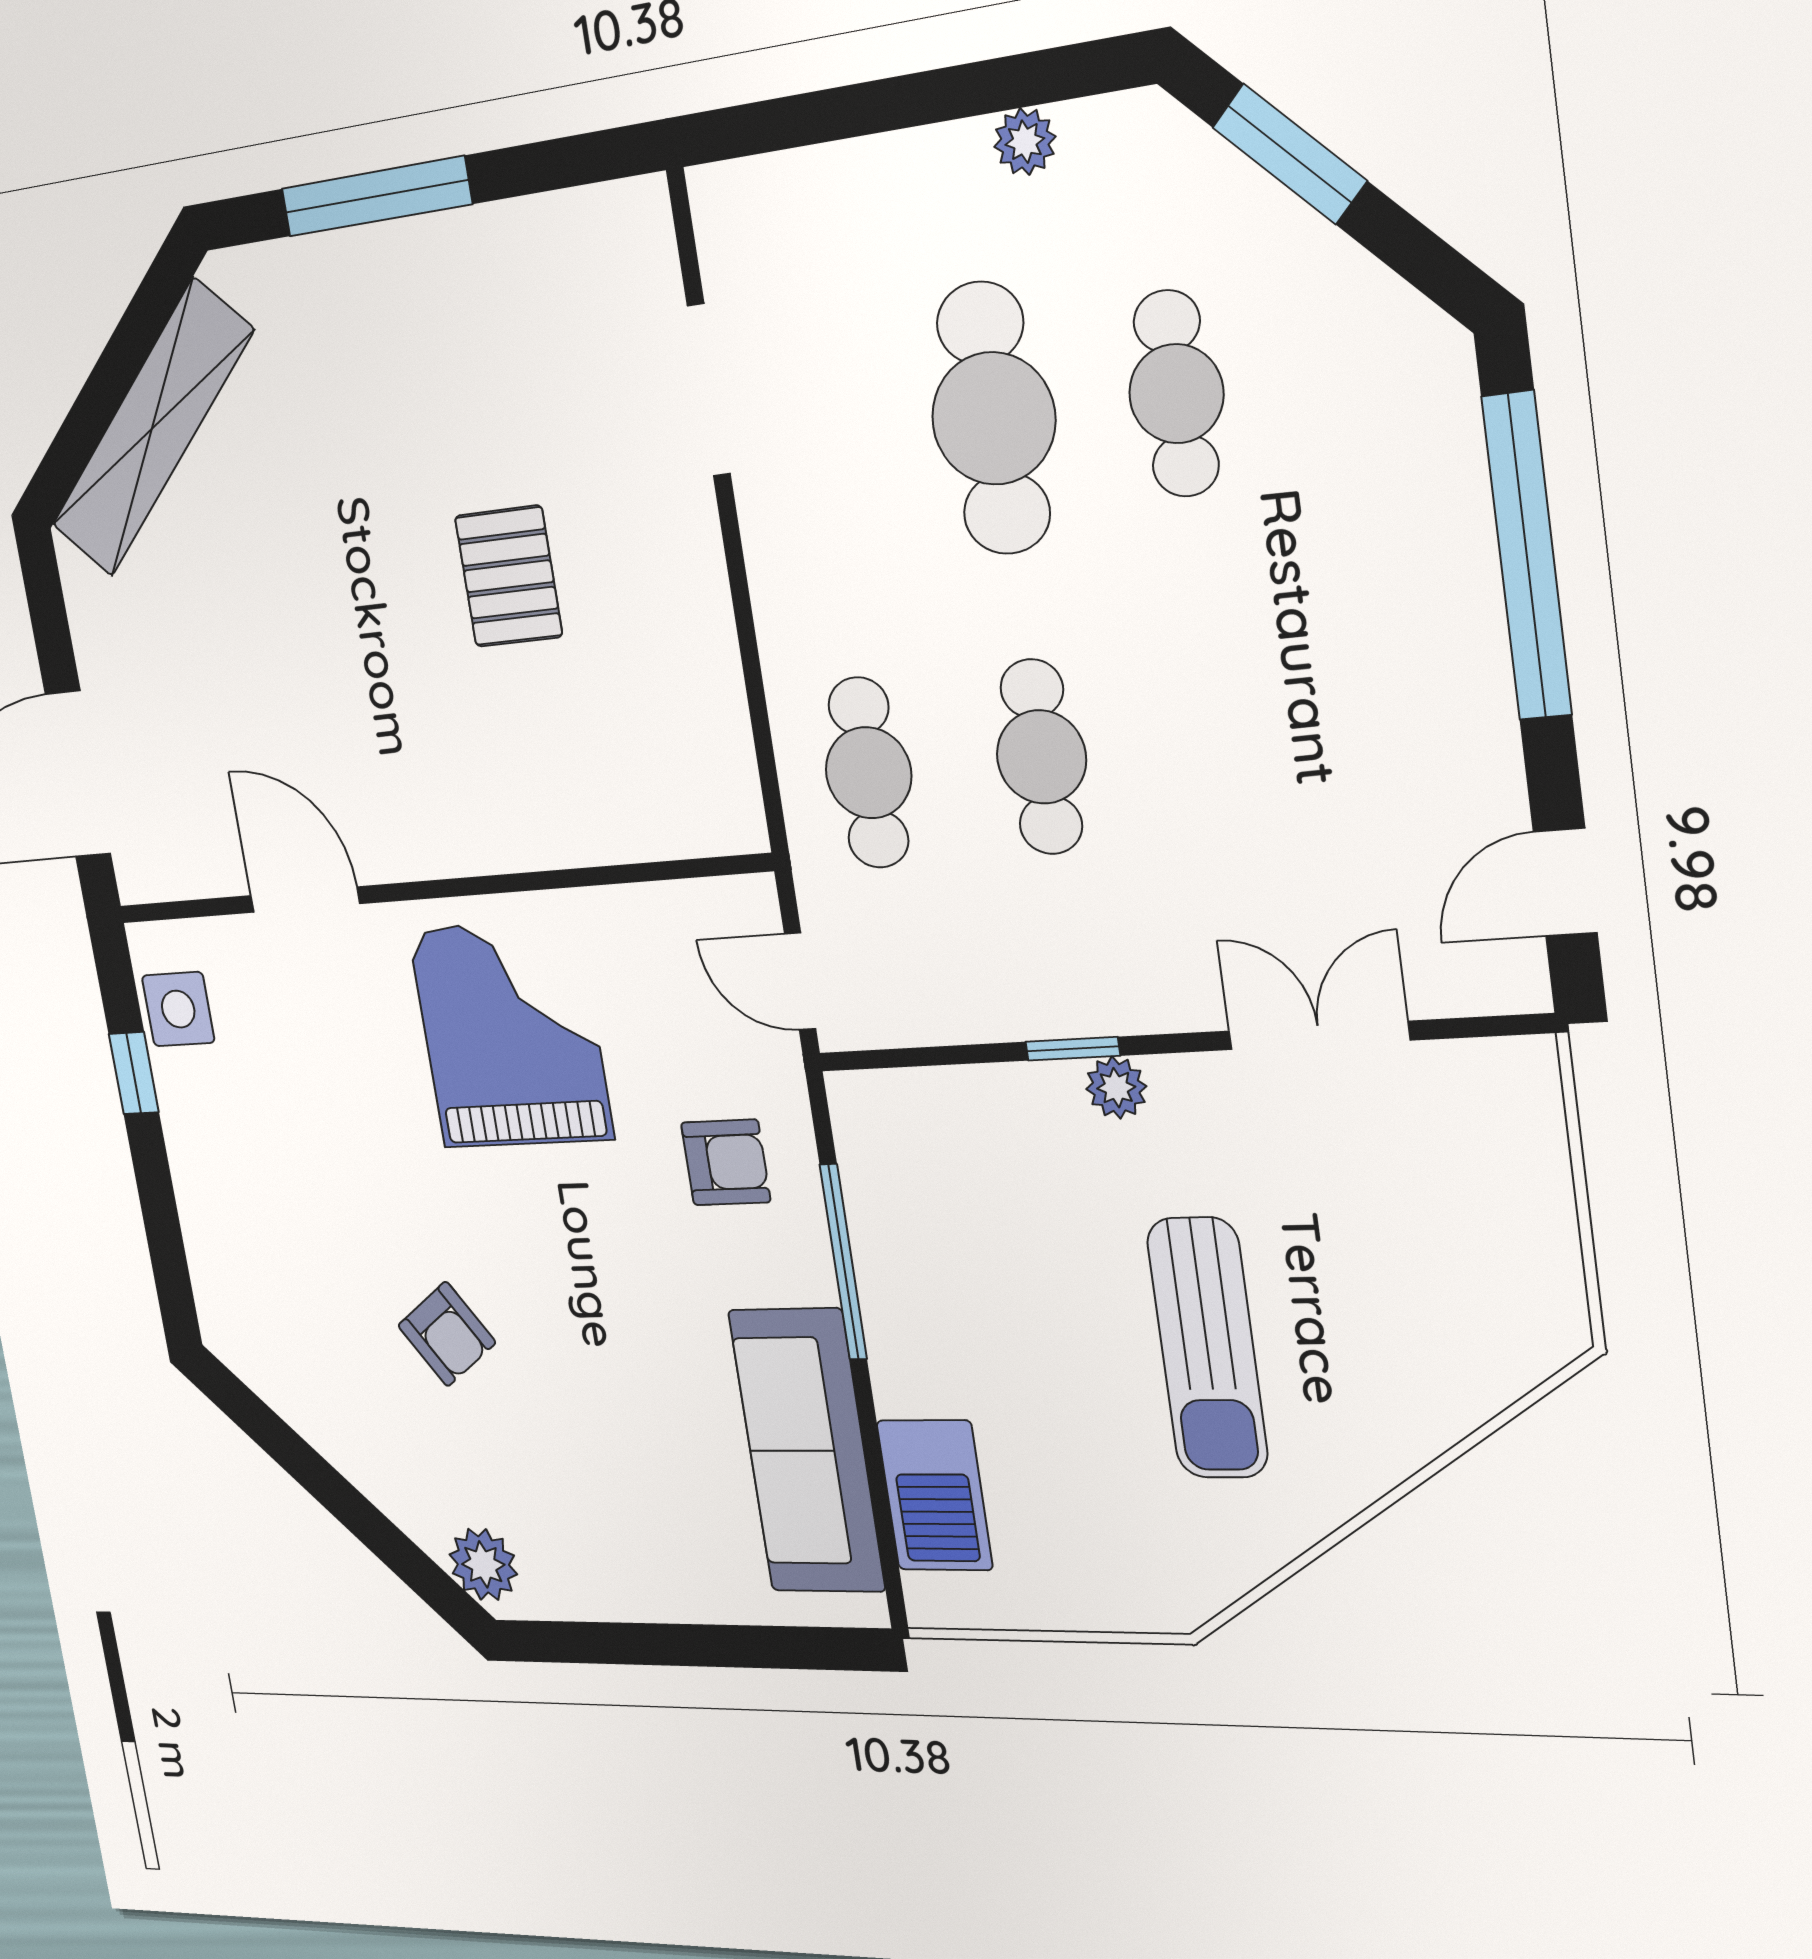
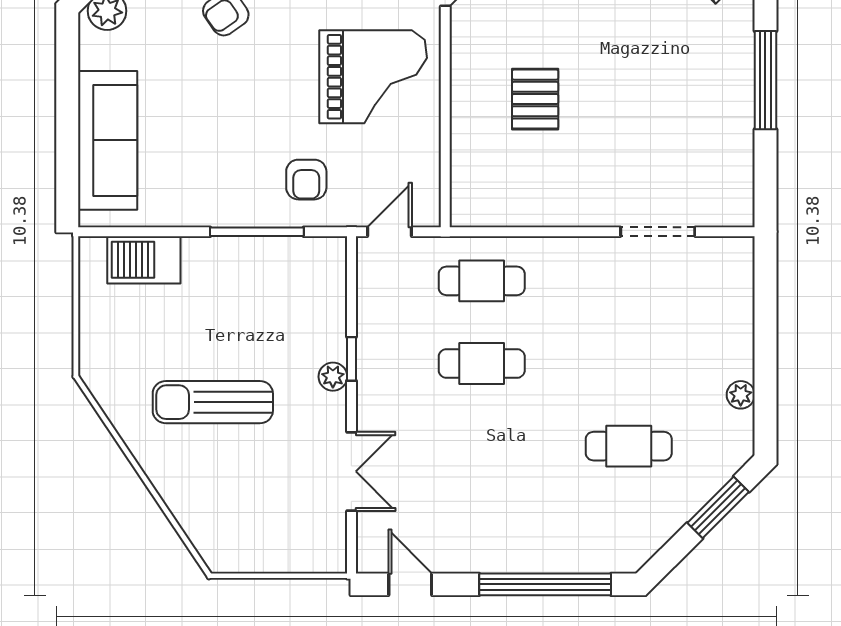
cafe table: (994, 418) -> (629, 363), removed
pallet: (509, 576) -> (535, 99), moved, turned 90
sofa: (807, 1451) -> (108, 140), moved, turned 90

